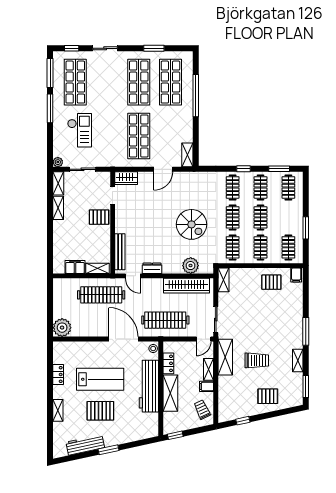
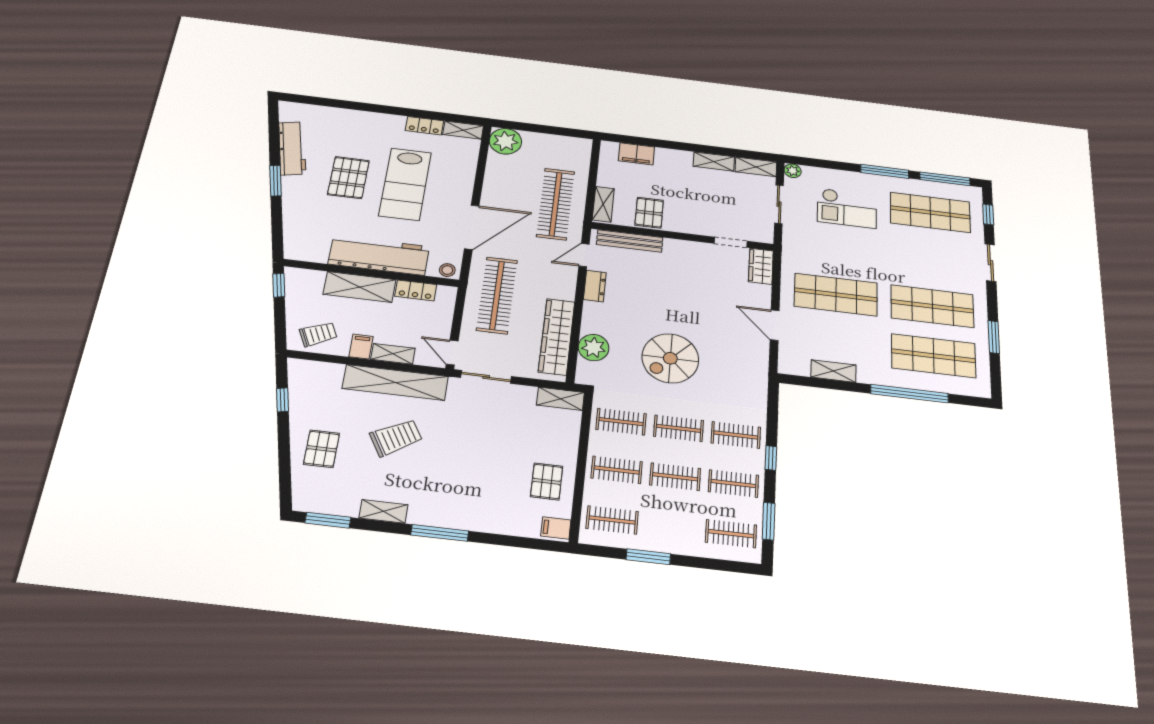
shelving: (187, 155) -> (833, 371), moved
pallet: (99, 217) -> (649, 213), moved
filing cabinet: (75, 267) -> (636, 154), moved, turned 90
shelving: (225, 357) -> (395, 382), width x1.47
trolley: (257, 360) -> (396, 438), turned -120
shelving: (58, 410) -> (463, 130), moved

